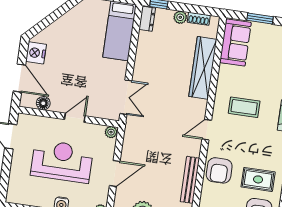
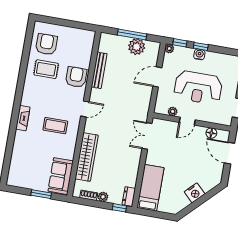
nightstand: (36, 53) -> (195, 193), moved, turned 45
plant: (111, 132) -> (173, 111), moved

